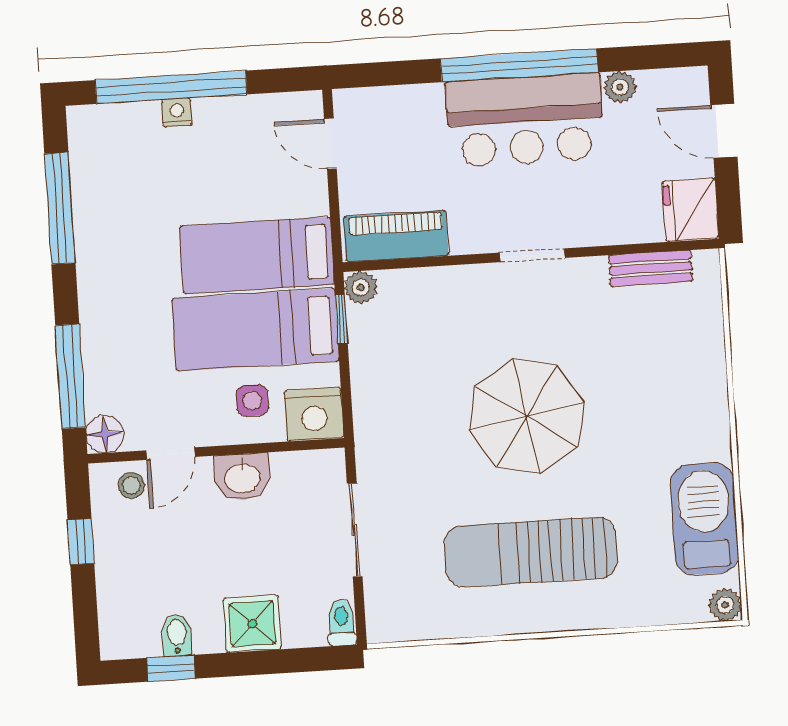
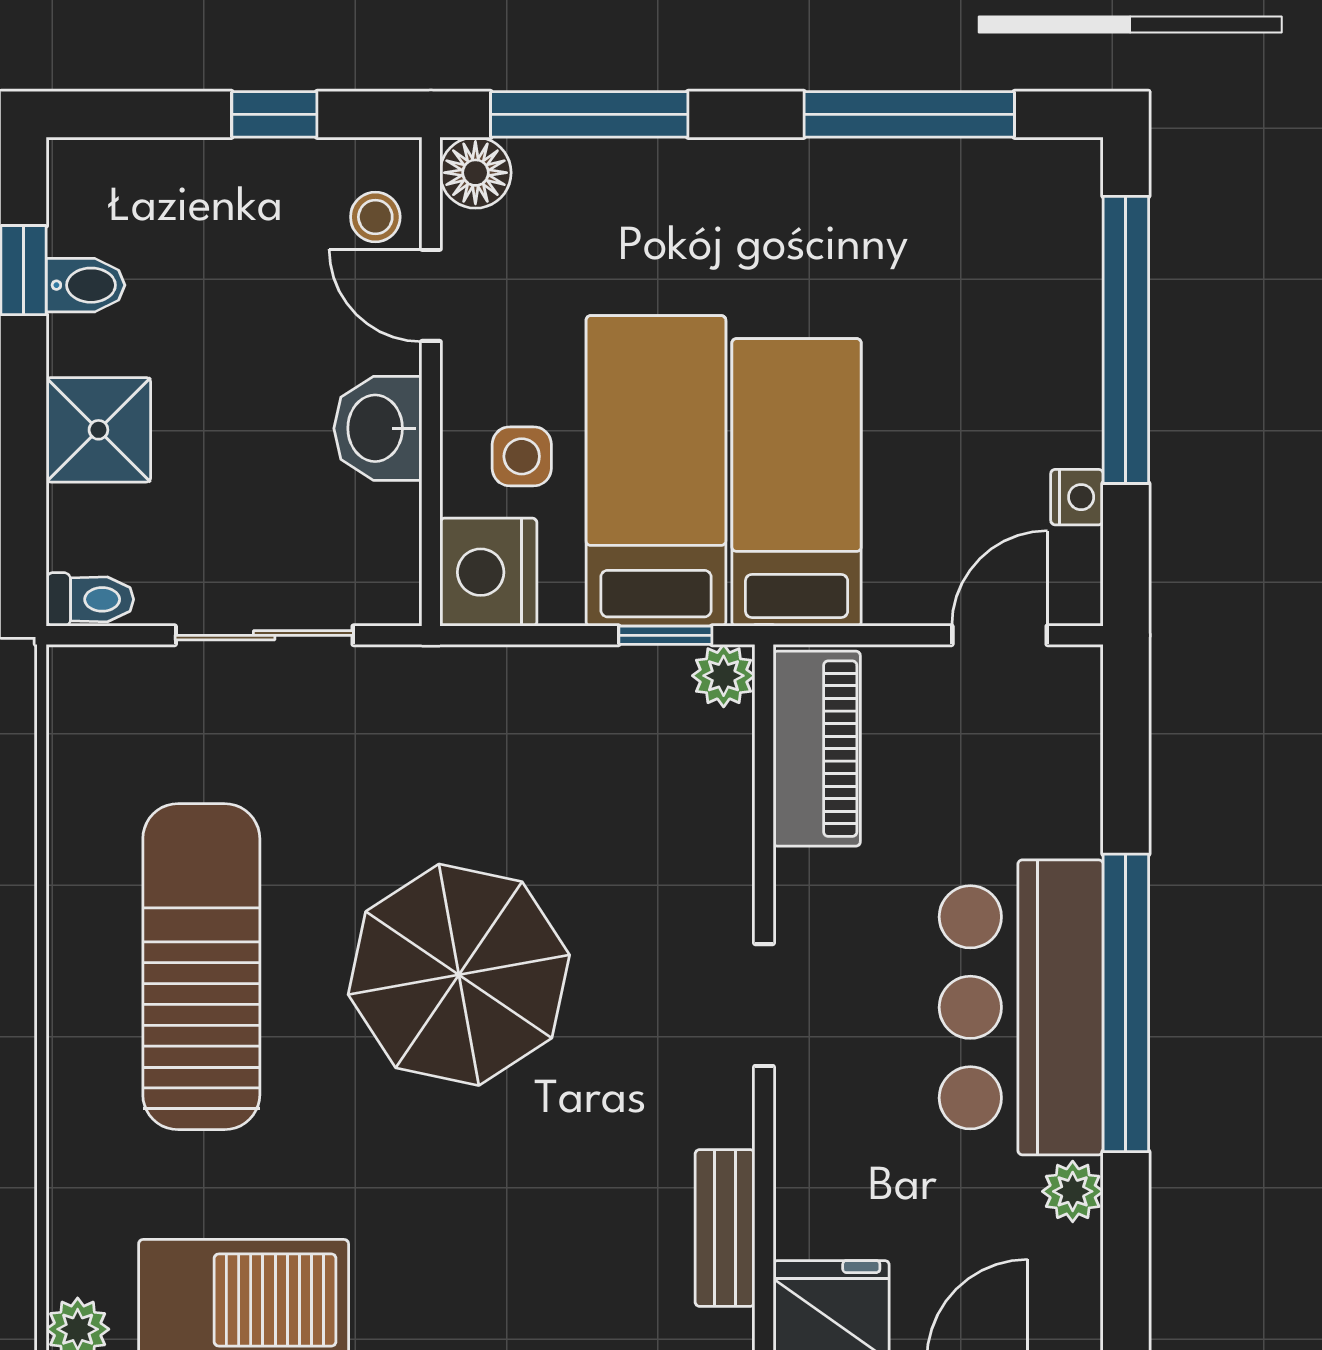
nightstand: (177, 113) -> (1077, 497), moved

